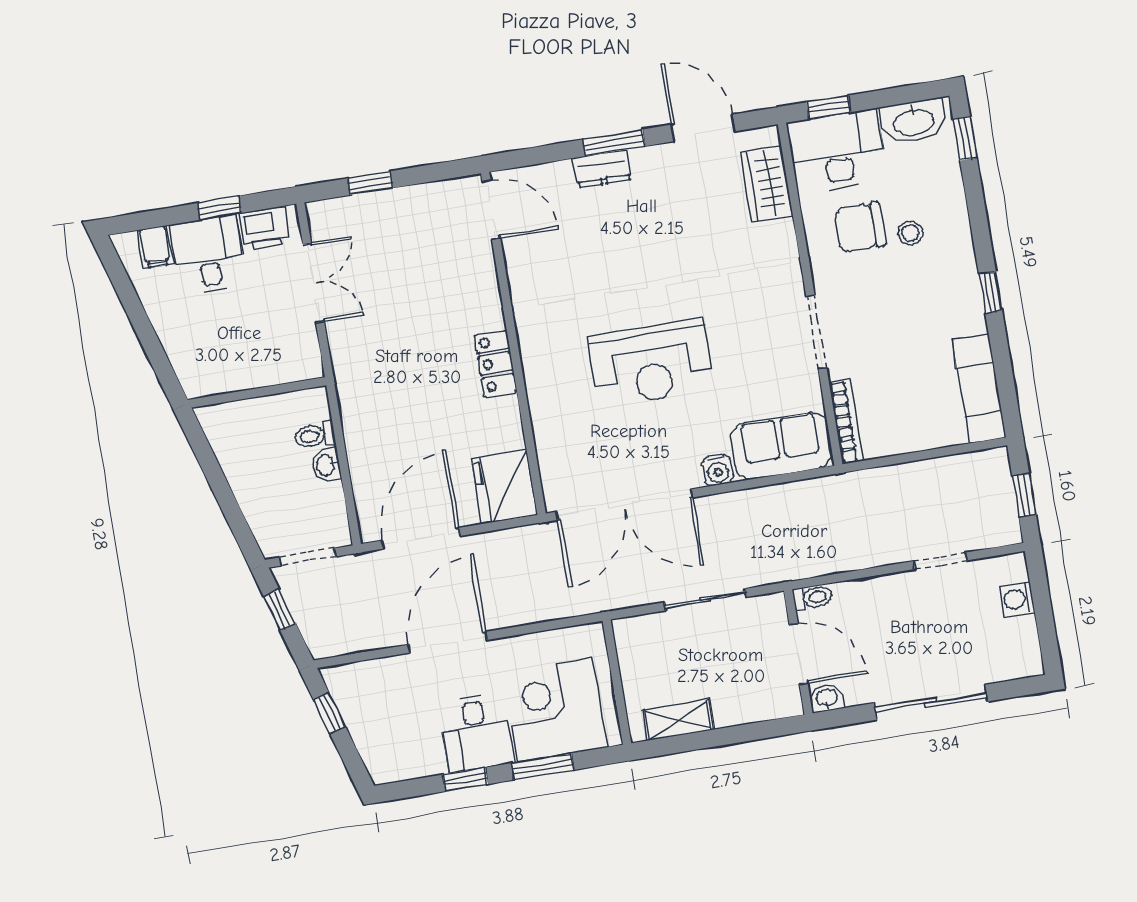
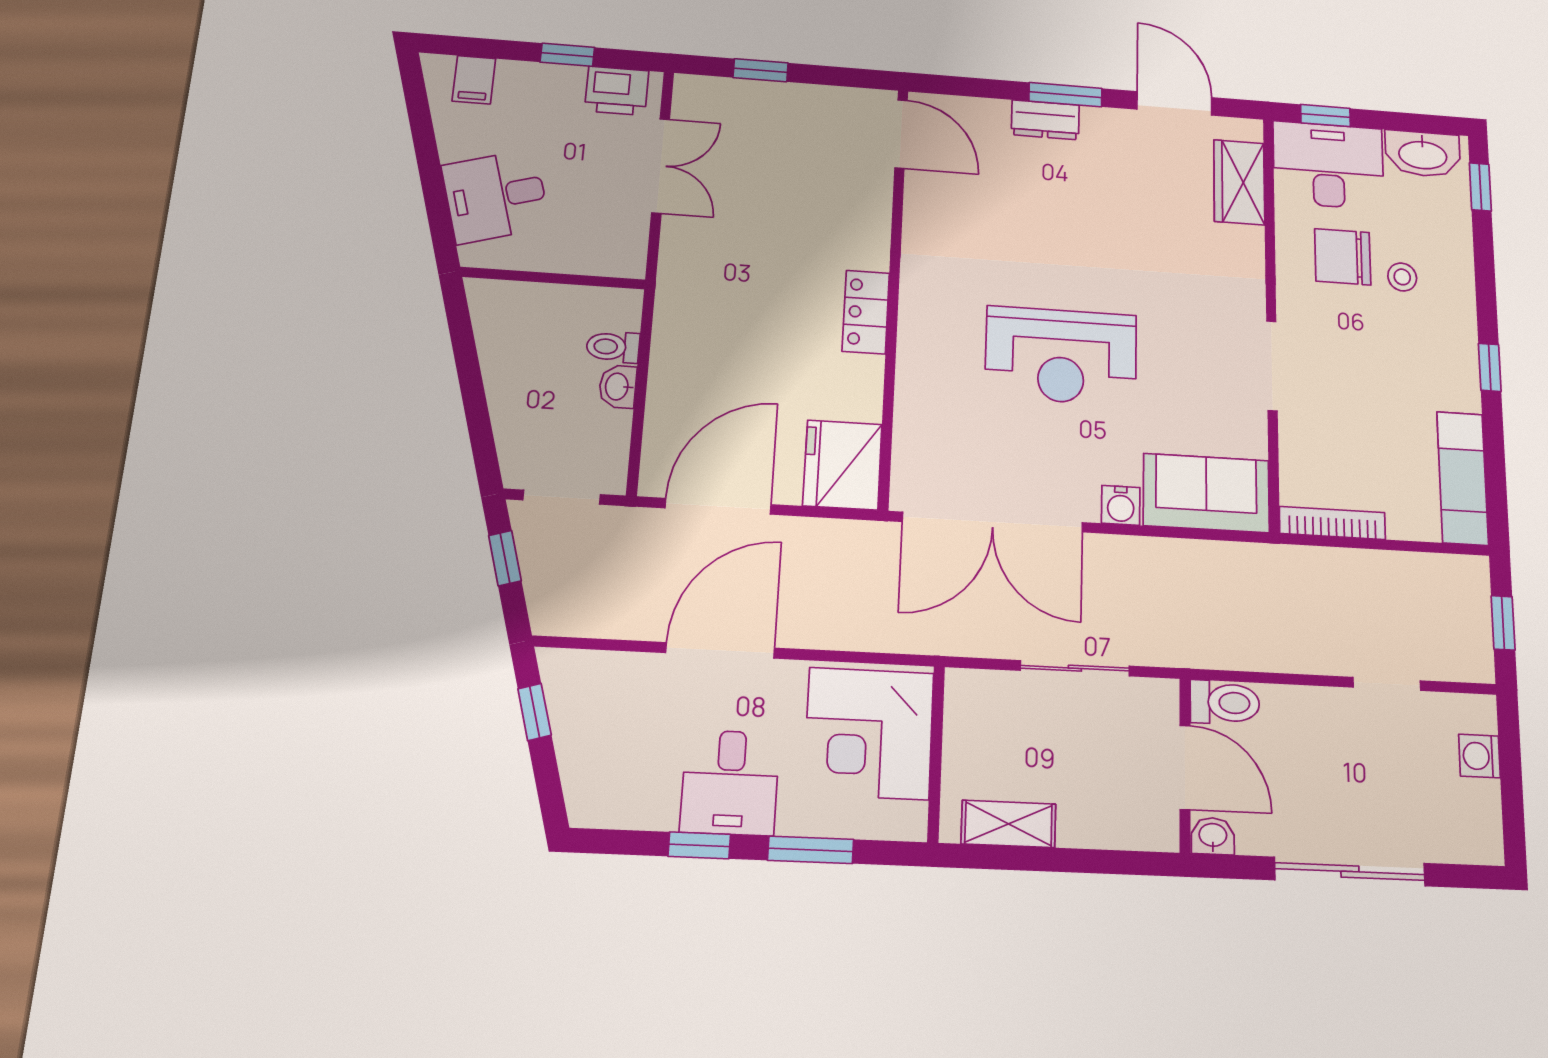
desk: (208, 255) -> (496, 196), moved, turned -106
bookcase: (846, 422) -> (1332, 523), moved, turned -90
toilet: (812, 598) -> (1225, 703), width x1.37, depth x1.39
corner desk: (555, 710) -> (869, 733), moved, turned -90

